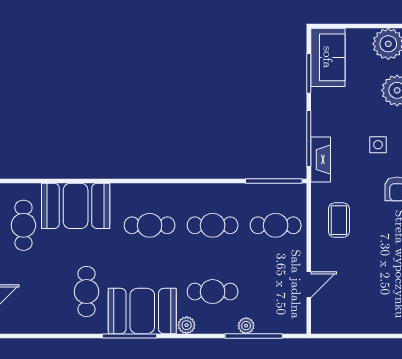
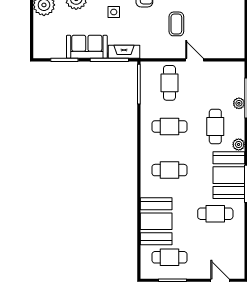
sofa: (328, 57) -> (87, 47), moved
coffee table: (339, 220) -> (176, 24), moved, turned 90
cafe table: (150, 225) -> (169, 170), turned 90
cafe table: (213, 225) -> (169, 126), turned 90
door: (309, 285) -> (194, 60), moved

